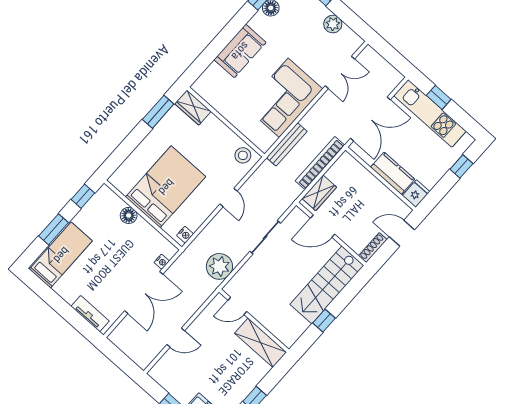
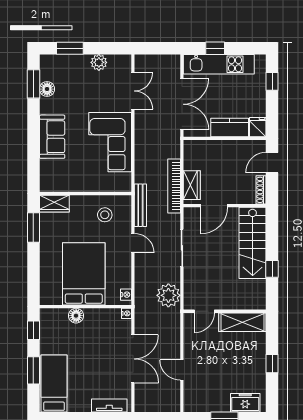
bench: (287, 144) -> (140, 205), moved
stool: (243, 155) -> (105, 215), moved
bookcase: (320, 163) -> (174, 186), moved
nightstand: (162, 262) -> (126, 313), moved
door: (176, 338) -> (182, 370), swing flipped

